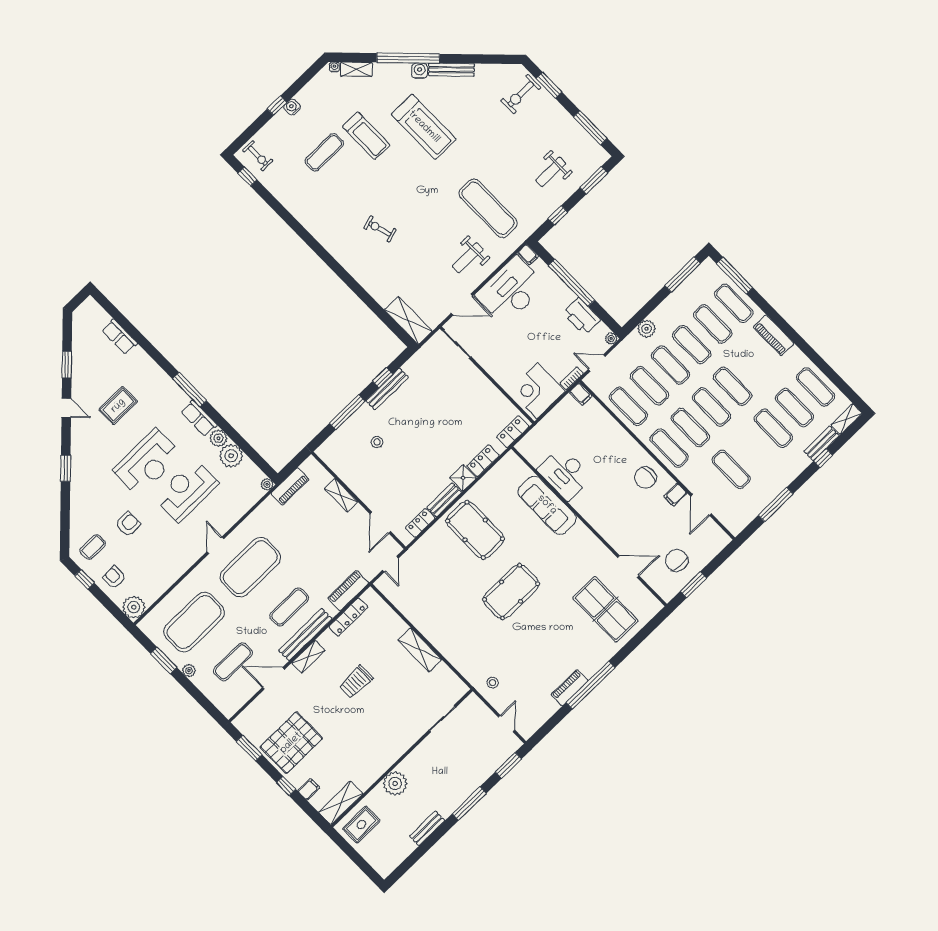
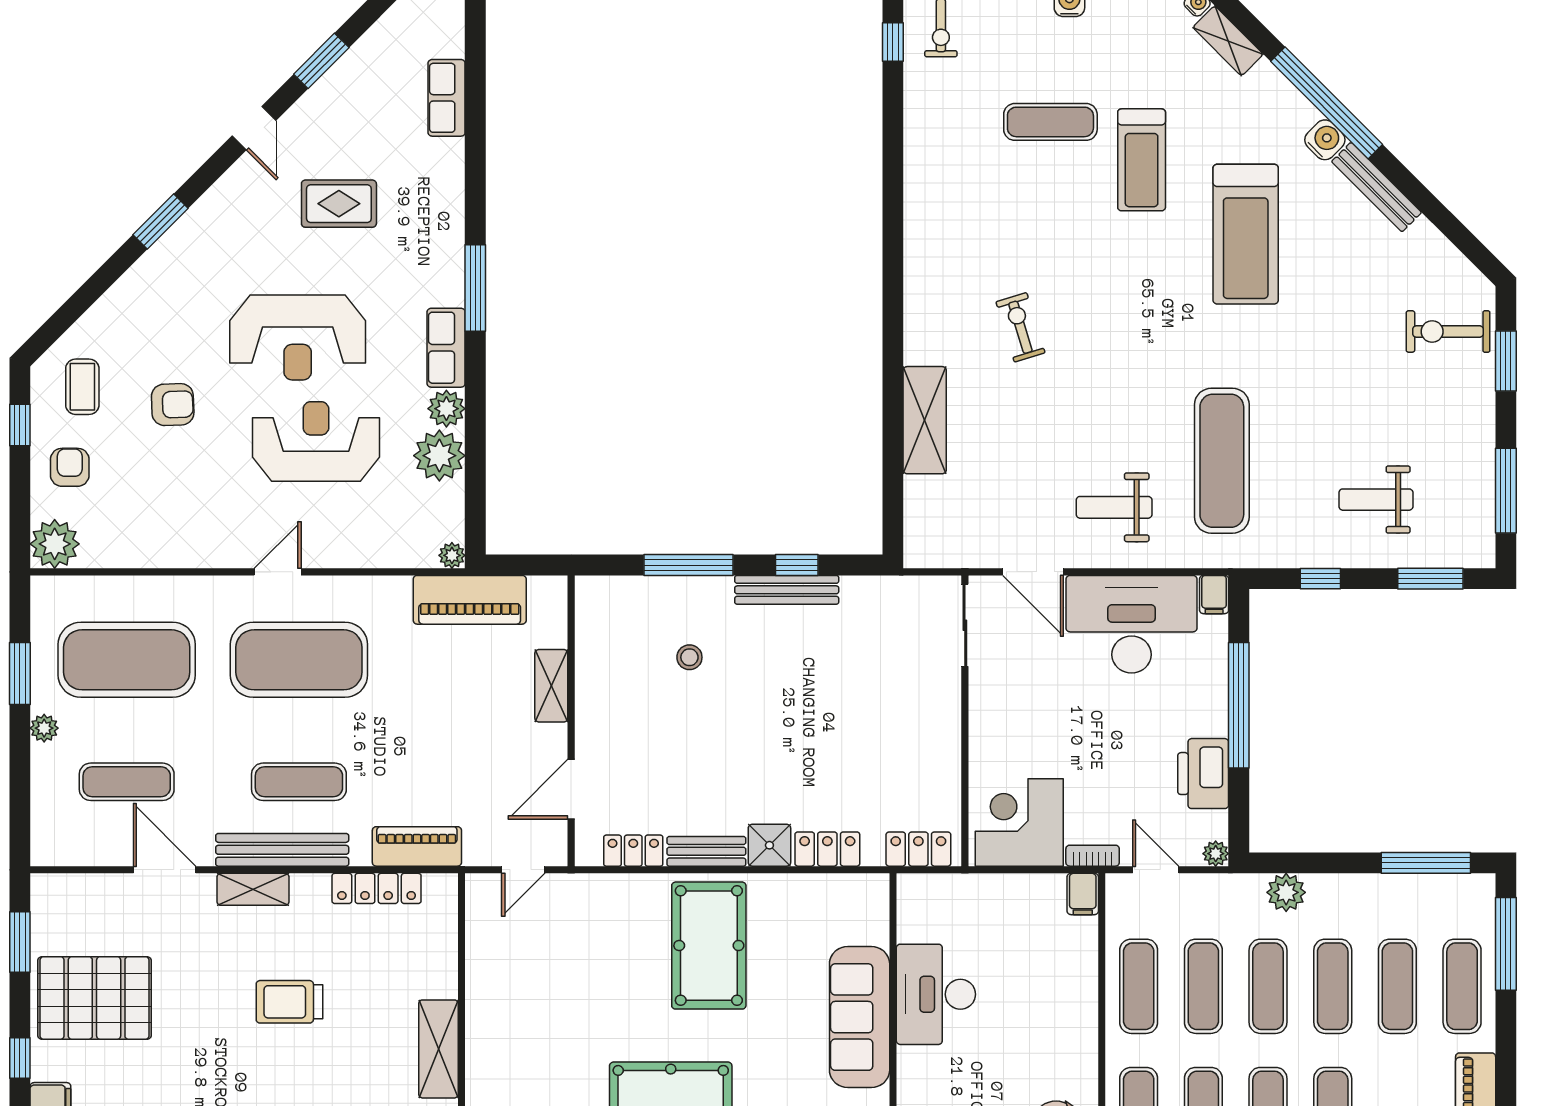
shelving: (408, 321) -> (925, 420), moved
piano: (290, 486) -> (470, 600), width x1.37, depth x1.33
coffee table: (93, 547) -> (82, 387), turned 90

